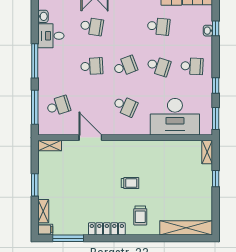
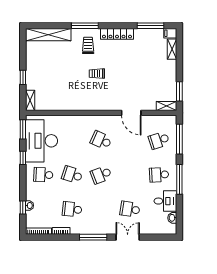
school desk: (92, 66) -> (159, 175), moved
desk: (175, 117) -> (41, 141), moved, turned -90
window: (35, 185) -> (179, 91), moved
window: (144, 238) -> (85, 26), added

